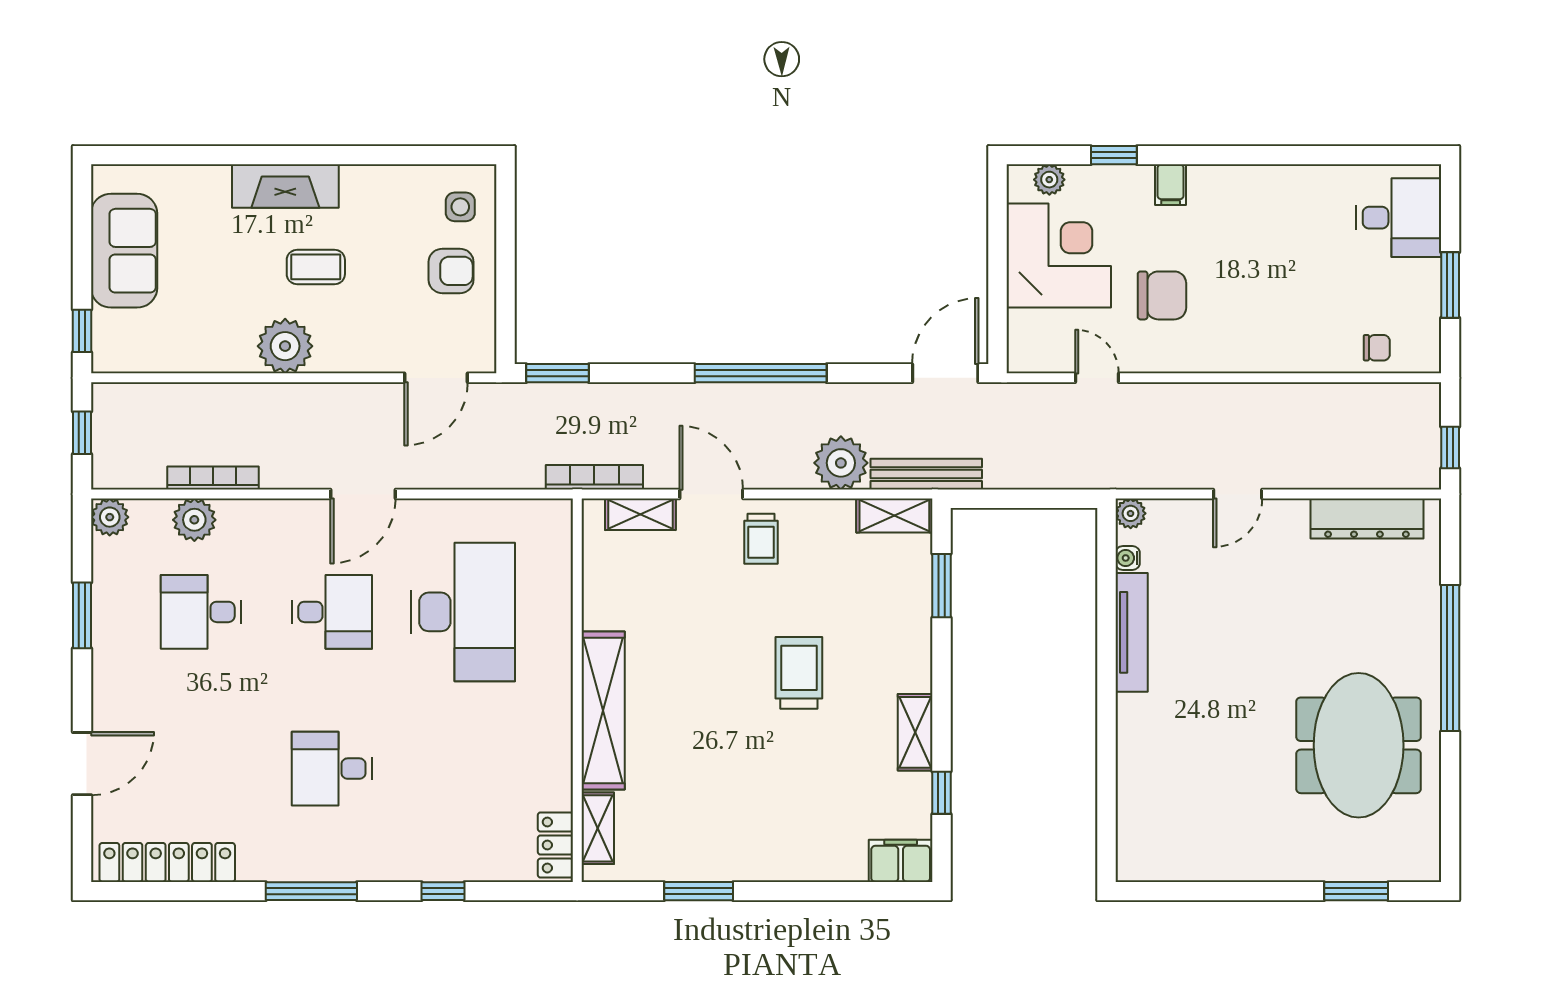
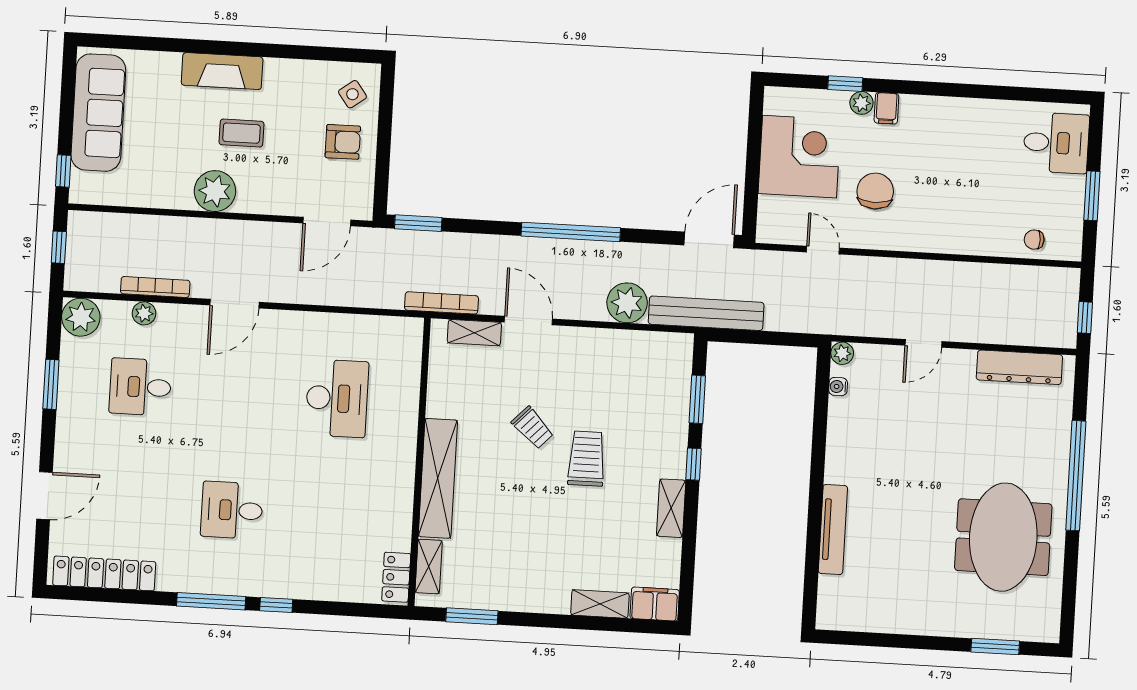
plant: (1049, 180) -> (861, 103), moved
side table: (460, 207) -> (352, 94), turned -36
sofa: (124, 251) -> (98, 113), width x1.36
chair: (1162, 295) -> (875, 191), turned -90
chair: (1377, 348) -> (1034, 240), turned 180
bench: (926, 474) -> (706, 313), width x1.37, depth x1.21
door: (363, 494) -> (235, 304), moved
shelving: (894, 516) -> (600, 604), moved
plant: (110, 517) -> (81, 317), width x1.36, depth x1.36
plant: (194, 520) -> (144, 313), width x0.73, depth x0.73
trolley: (761, 539) -> (533, 428), moved, turned -46
desk: (332, 612) -> (239, 393), removed
desk: (463, 612) -> (337, 398), width x0.73, depth x0.77
tv unit: (1132, 632) -> (833, 529), moved
window: (942, 793) -> (693, 464), moved
window: (443, 891) -> (276, 605), moved
window: (699, 891) -> (472, 616), moved

